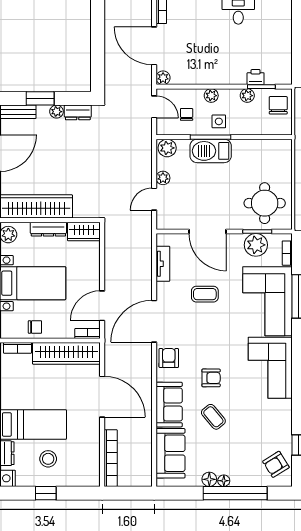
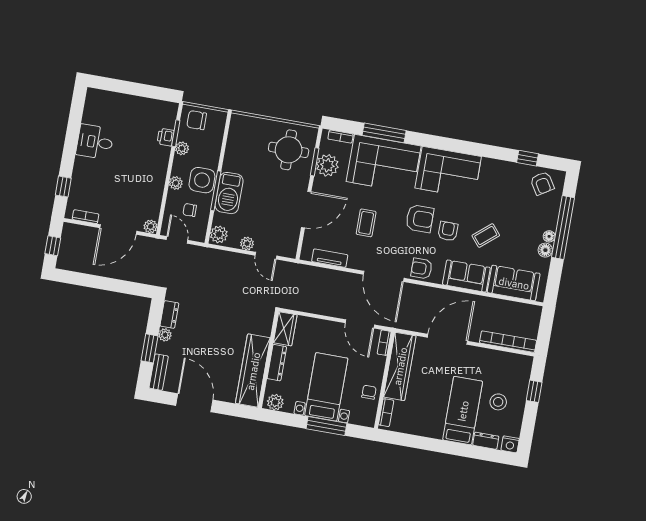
door: (154, 107) -> (177, 240), hinge flipped
side table: (219, 121) -> (202, 180), width x1.87, depth x1.87
armchair: (219, 347) -> (420, 219), added
window: (46, 493) -> (534, 391), moved

